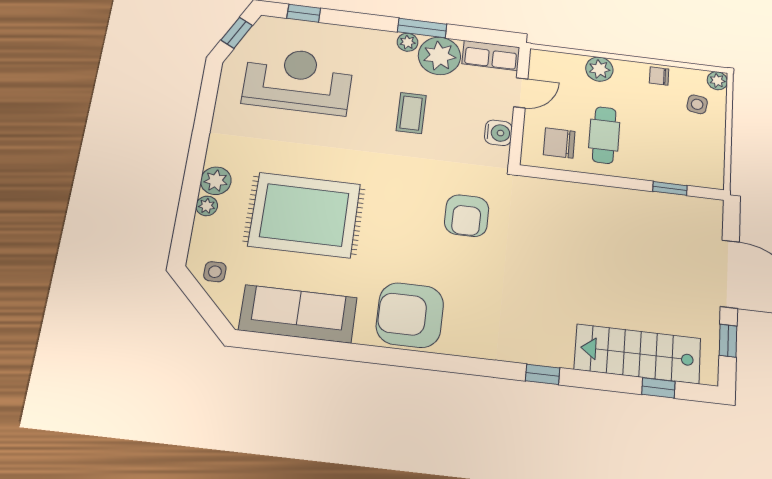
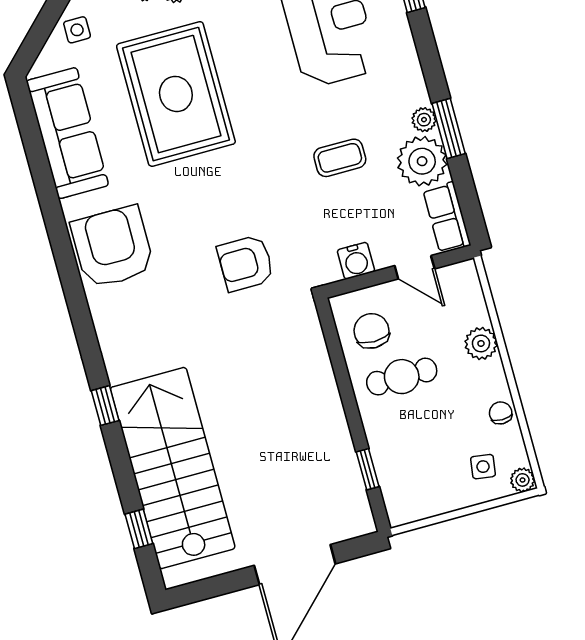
window: (728, 341) -> (219, 585), removed
stairs: (638, 354) -> (173, 468), width x1.36, depth x1.51

